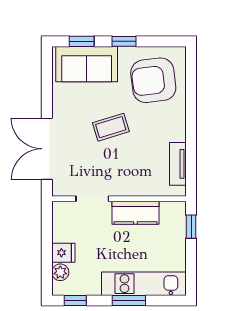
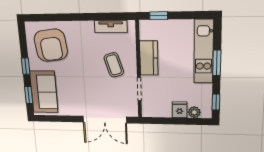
coffee table: (111, 127) -> (114, 65), moved

